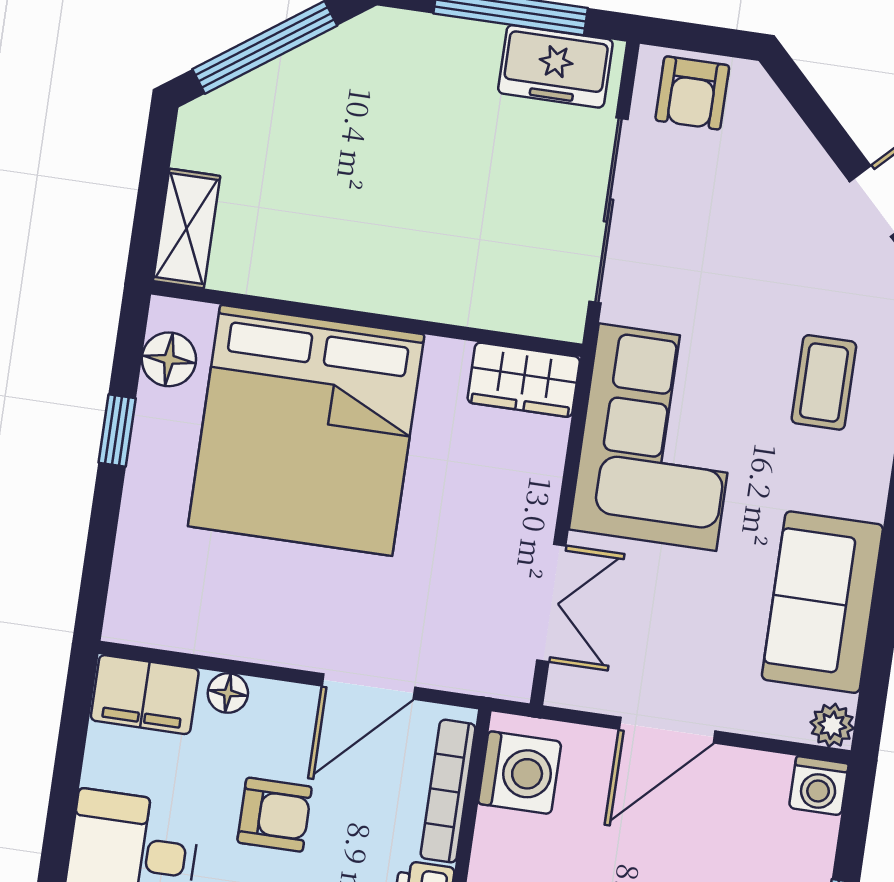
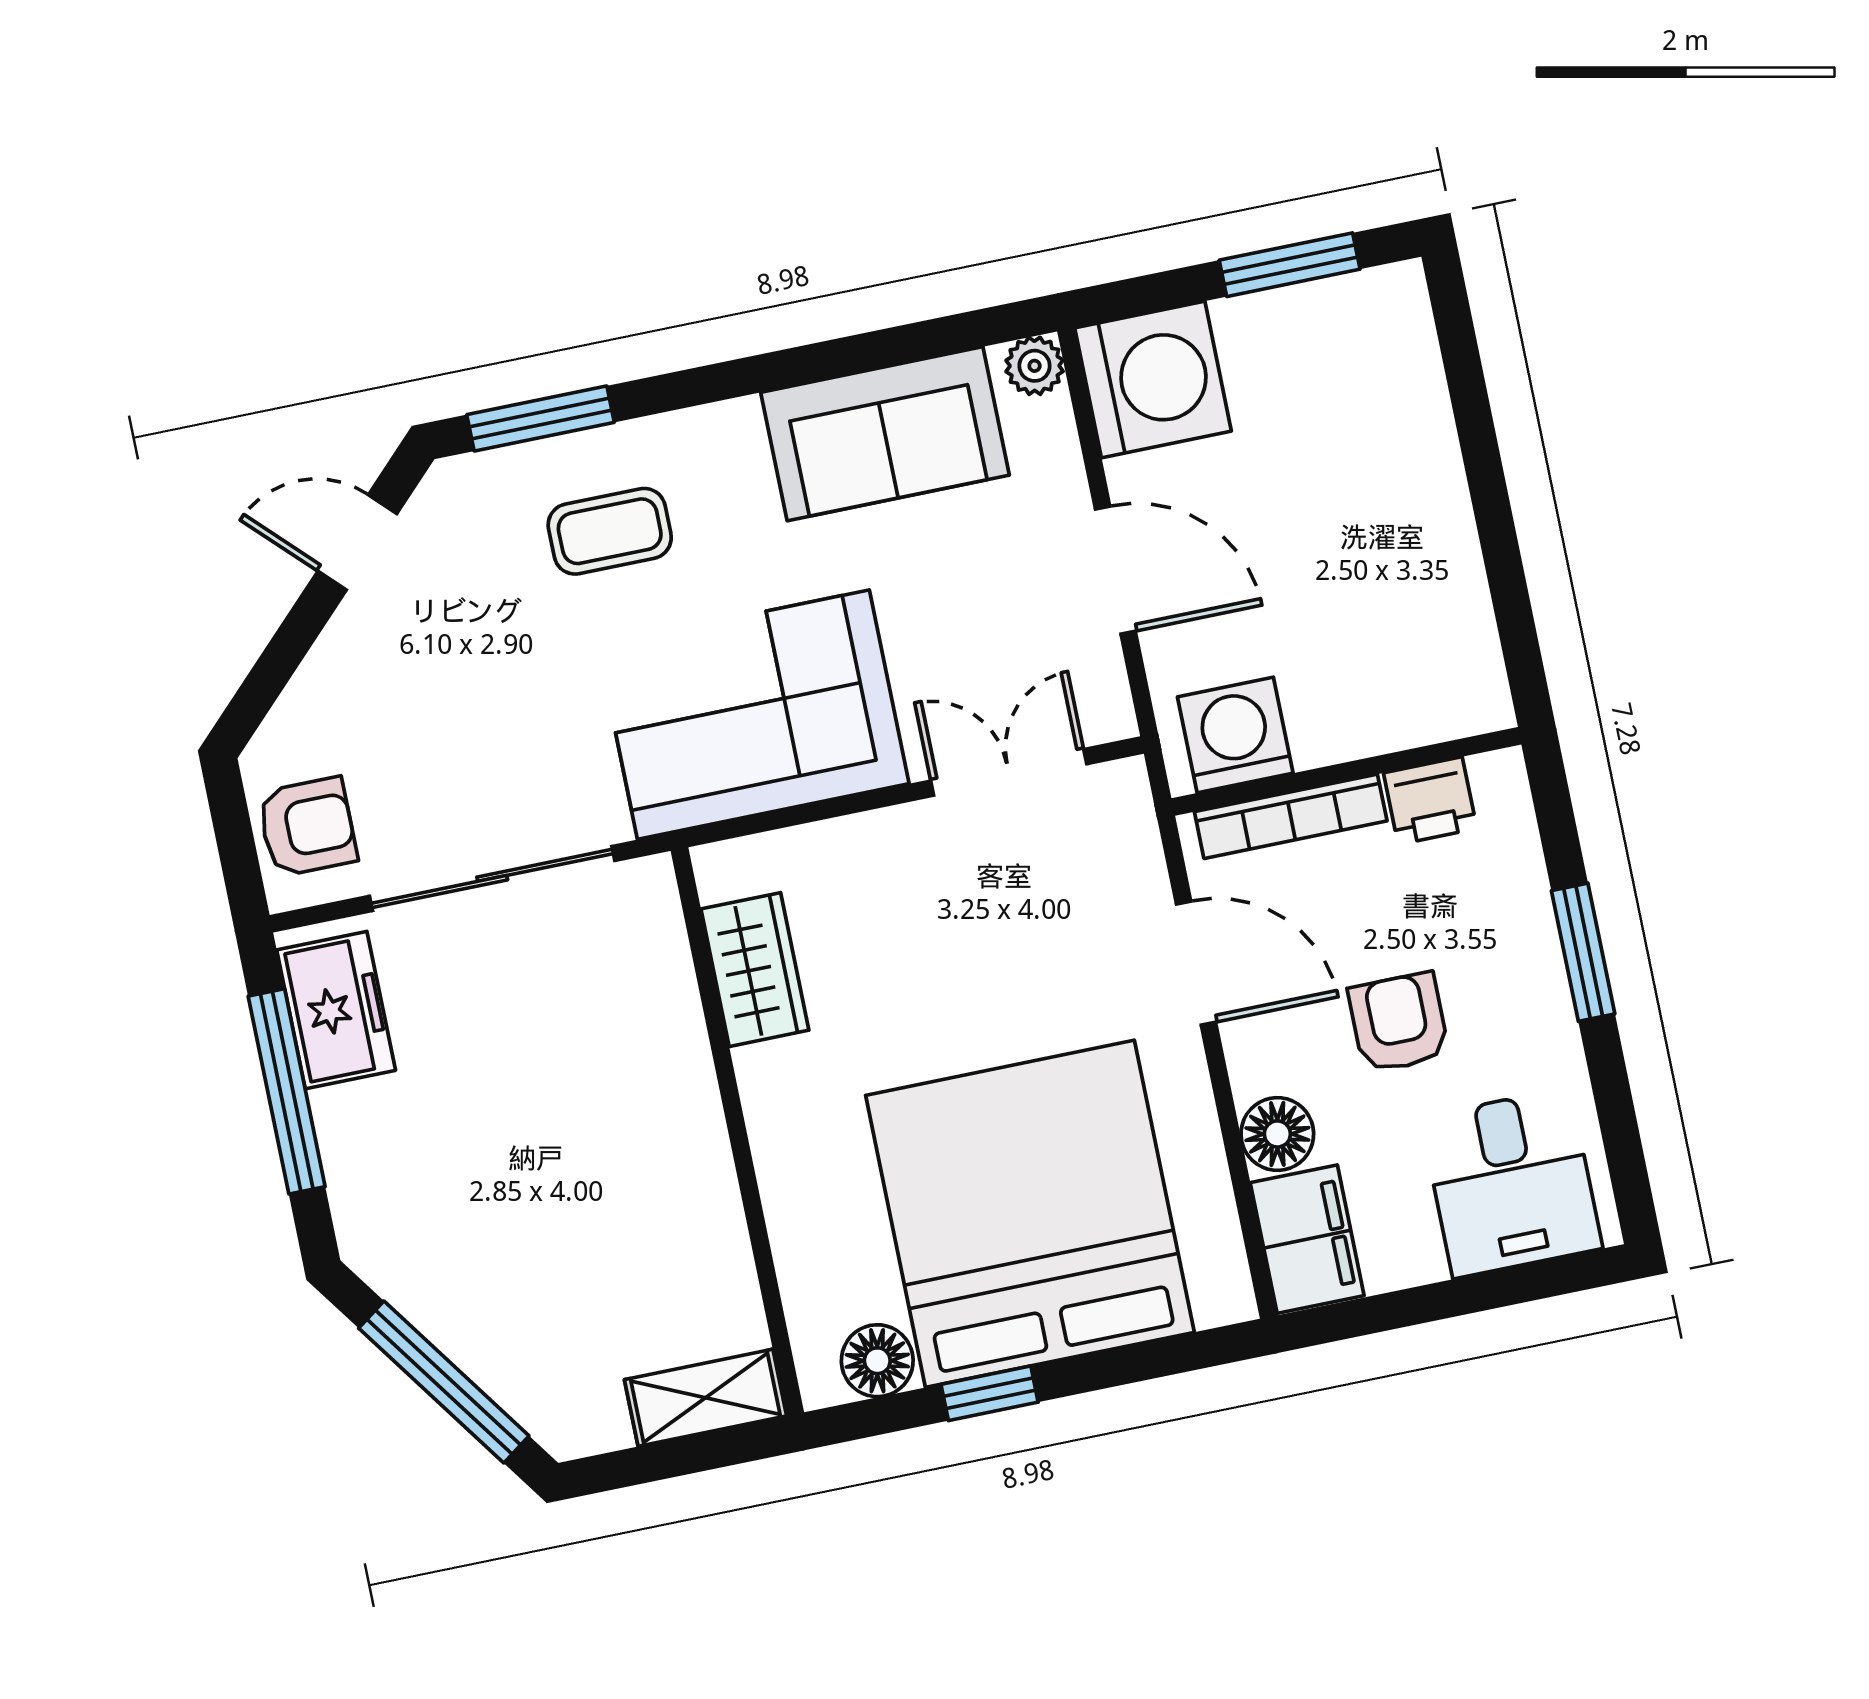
wardrobe: (524, 380) -> (755, 970), moved
bed: (306, 430) -> (1030, 1214), moved, turned -90
floor lamp: (228, 693) -> (1277, 1134), width x1.37, depth x1.37
washing machine: (819, 786) -> (1153, 379), width x1.89, depth x1.89

